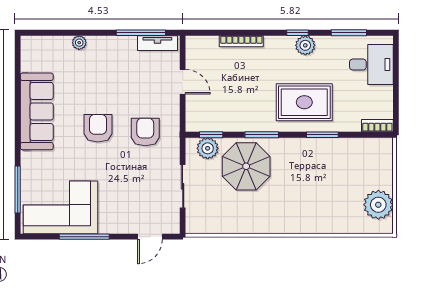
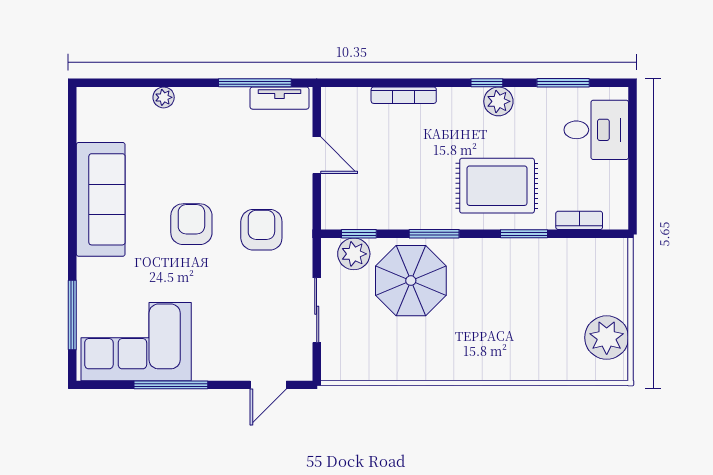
bookcase: (377, 126) -> (579, 220), moved

